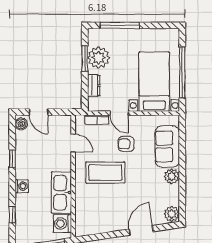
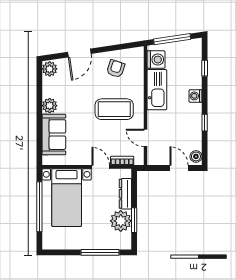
dresser: (94, 86) -> (125, 194), width x1.44
armchair: (126, 144) -> (116, 69), moved, turned -72

